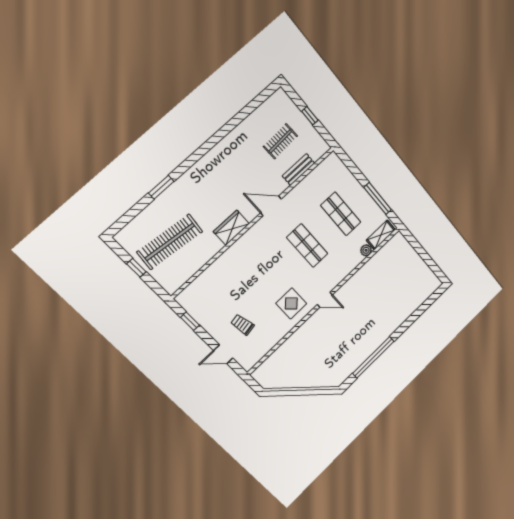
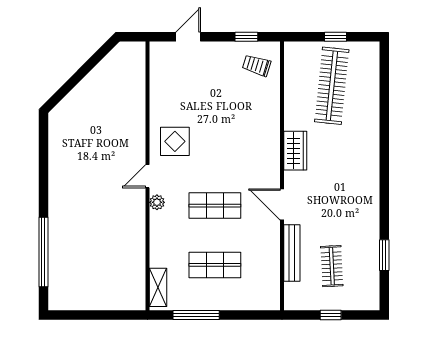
bench: (299, 170) -> (292, 253), width x1.36
window: (161, 187) -> (384, 255), moved
door: (271, 206) -> (282, 205), swing flipped
plant: (366, 250) -> (157, 202), moved
trolley: (242, 325) -> (257, 65), moved, turned -153
window: (373, 357) -> (43, 252), moved

